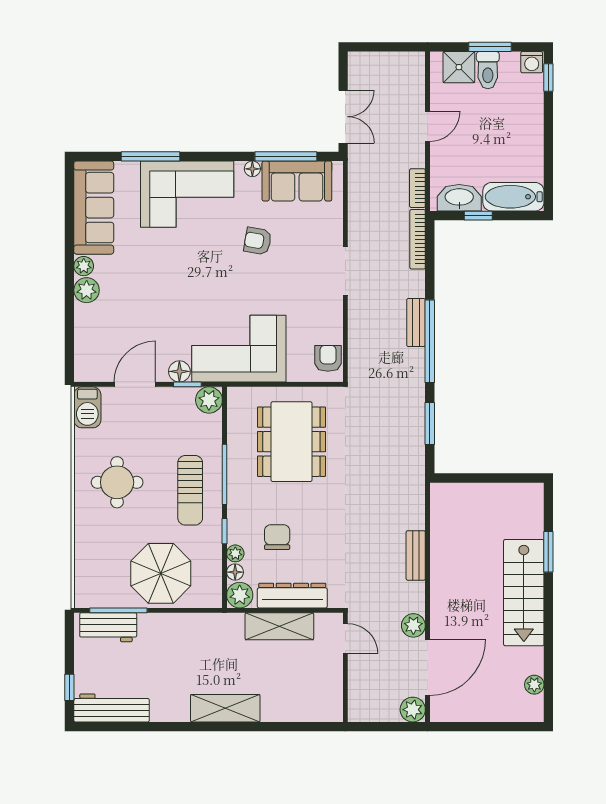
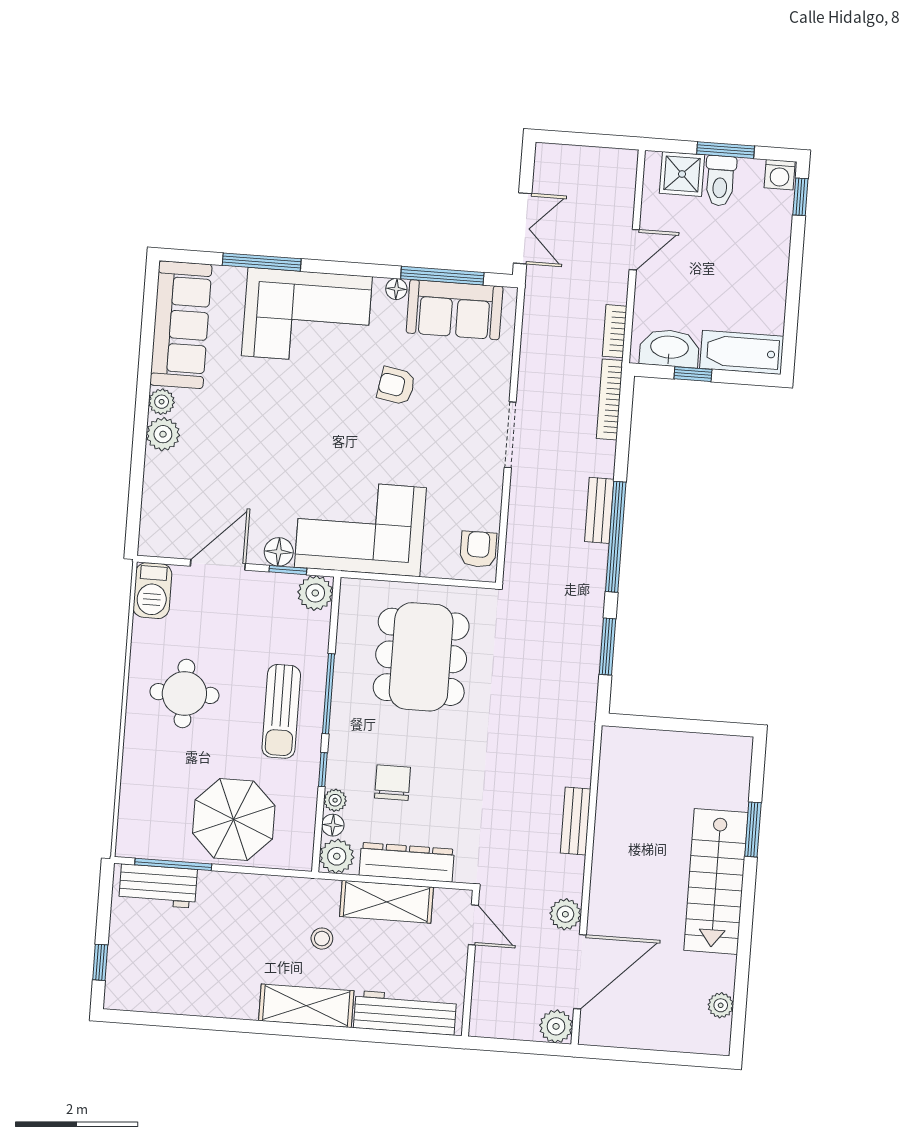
stool: (233, 657) -> (322, 939), added
workbench: (112, 708) -> (405, 1013), moved

